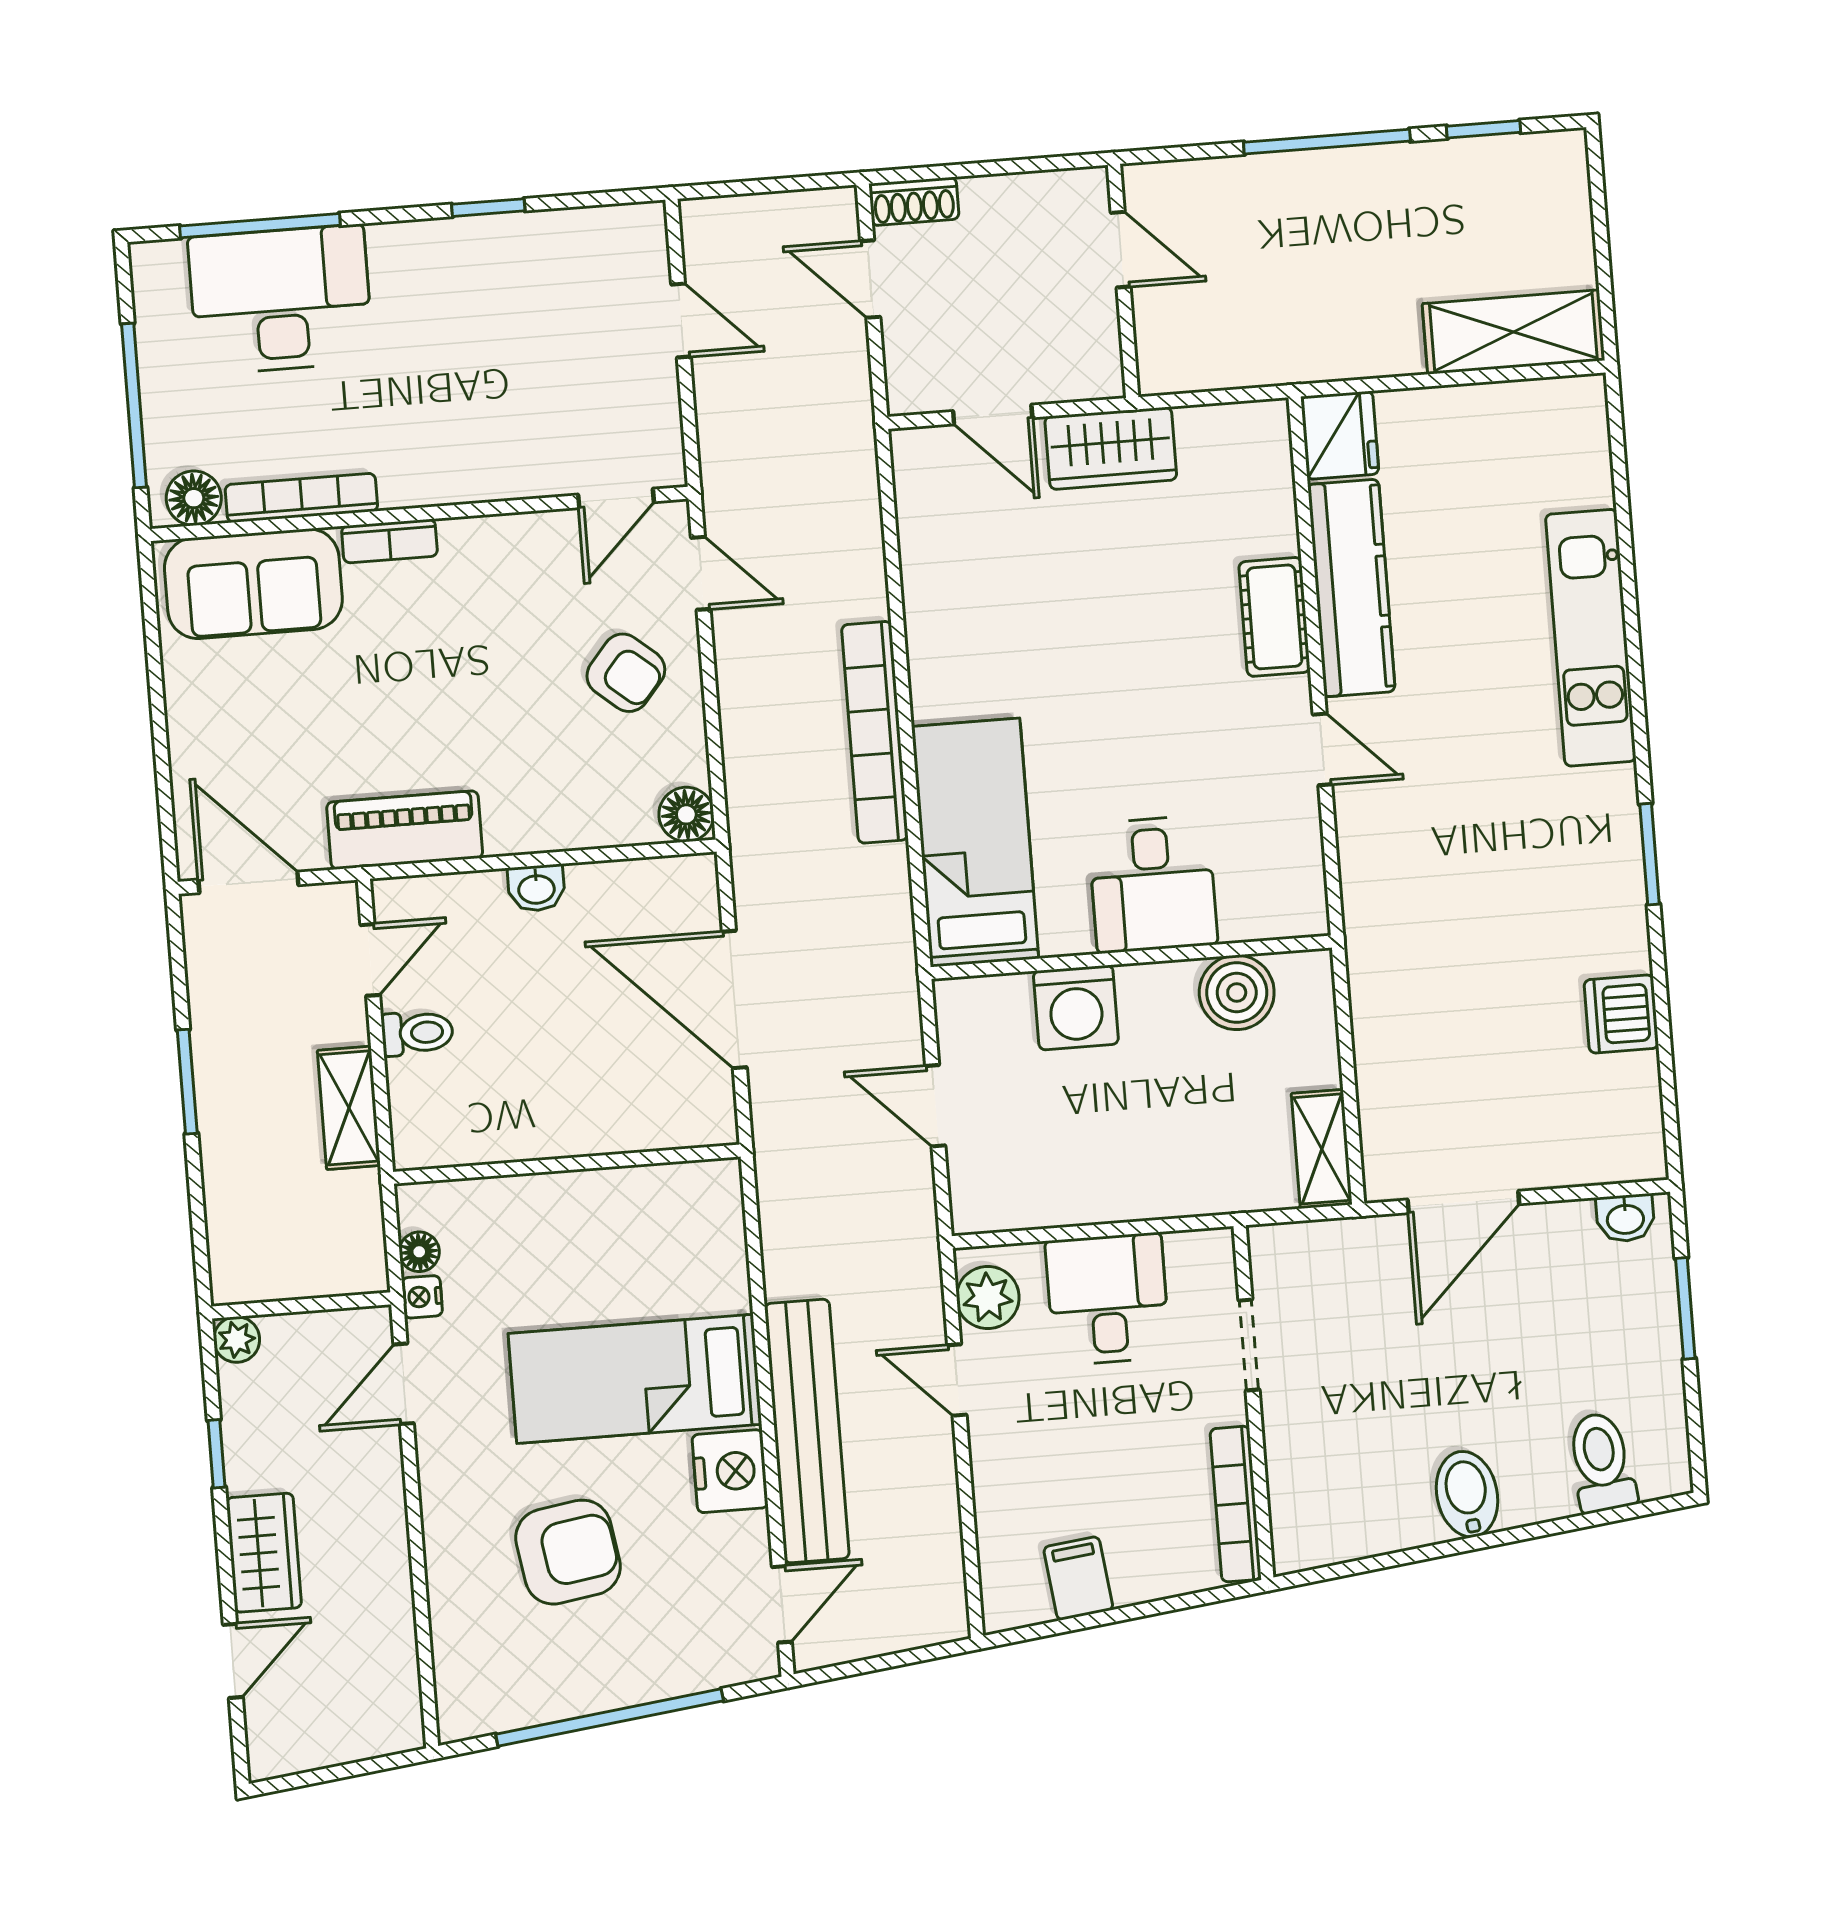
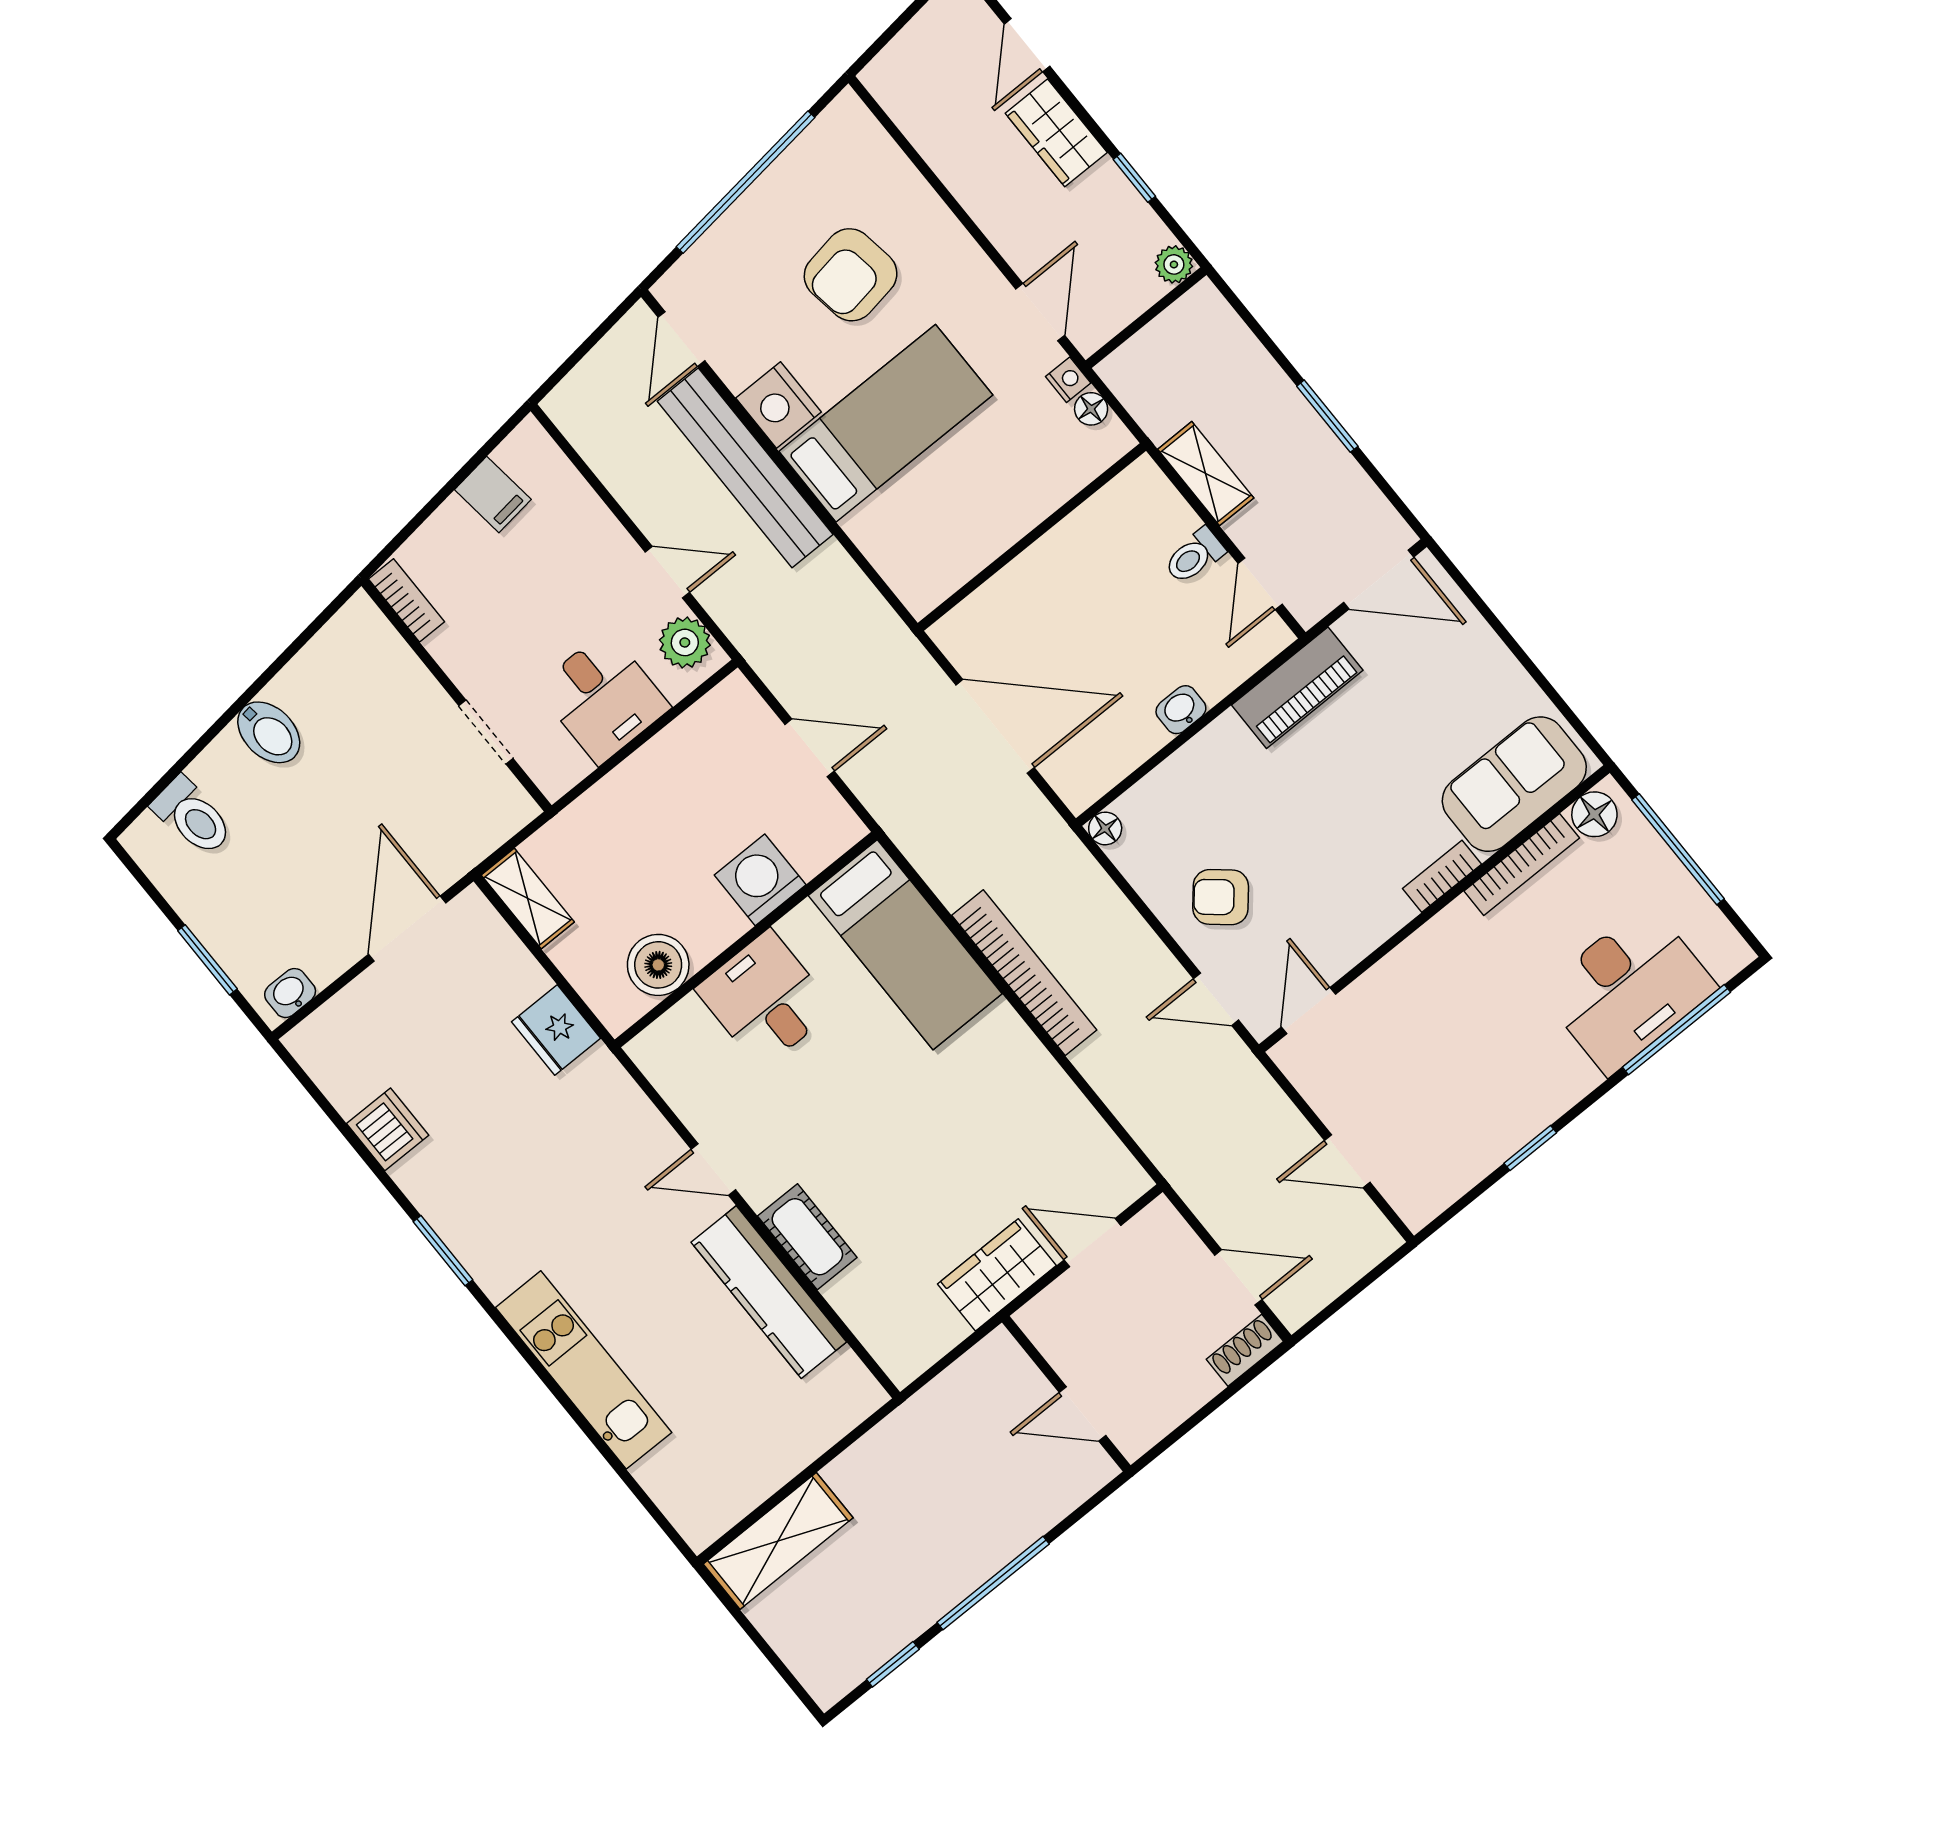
fridge: (1340, 435) -> (556, 1030), moved
floor lamp: (686, 814) -> (1105, 828), width x0.73, depth x0.73
bookcase: (1236, 1504) -> (406, 600), width x0.64

